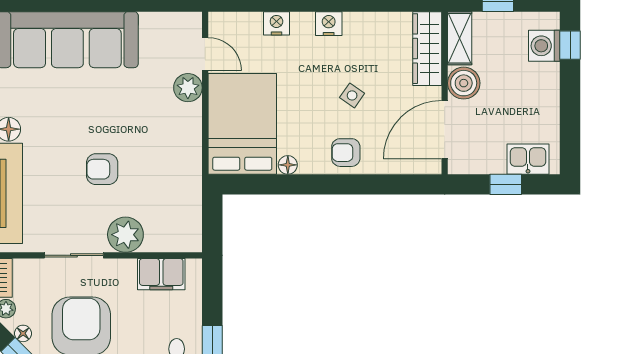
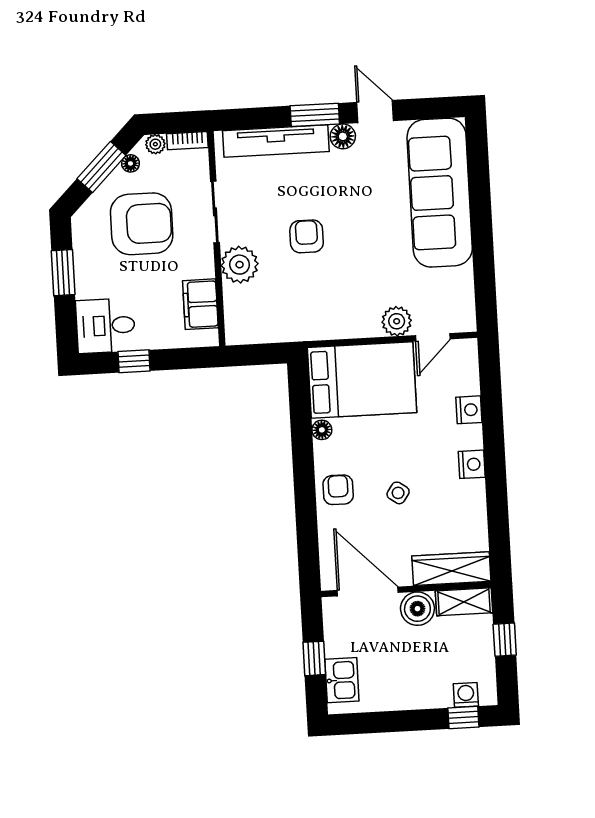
washing machine: (544, 46) -> (466, 695), width x0.73, depth x0.73

